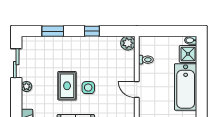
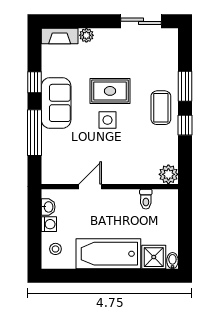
window: (53, 31) -> (185, 86), moved
coffee table: (79, 49) -> (161, 108), added
plant: (26, 86) -> (86, 35), moved
door: (137, 89) -> (90, 187), moved

